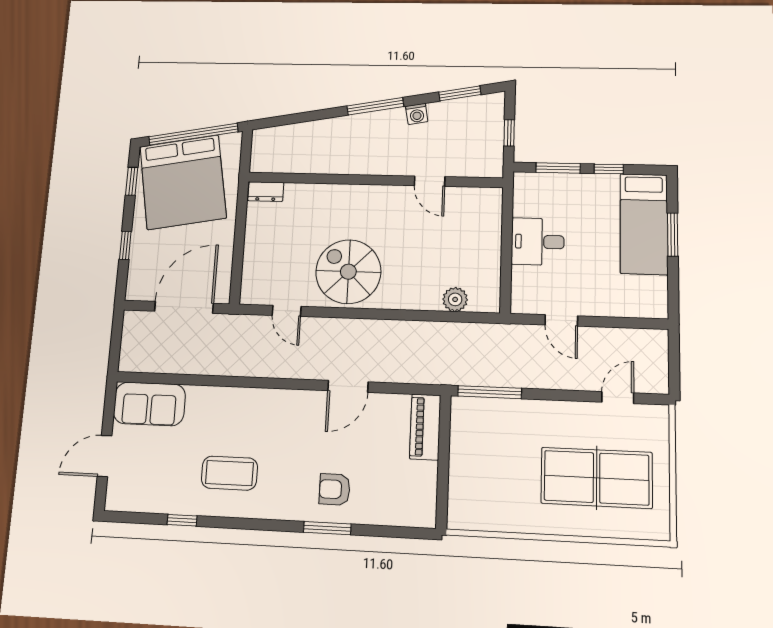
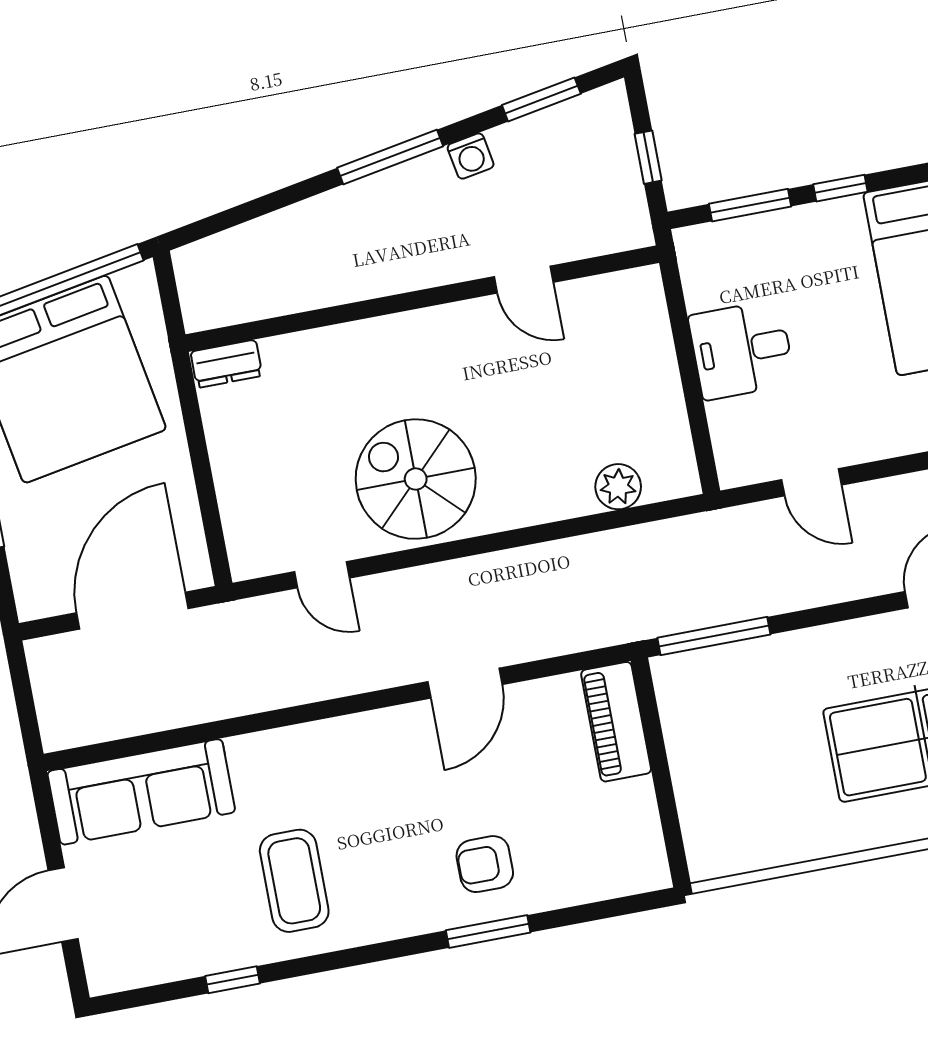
sofa: (149, 404) -> (141, 792), width x1.36
coffee table: (229, 473) -> (294, 881), turned 90

